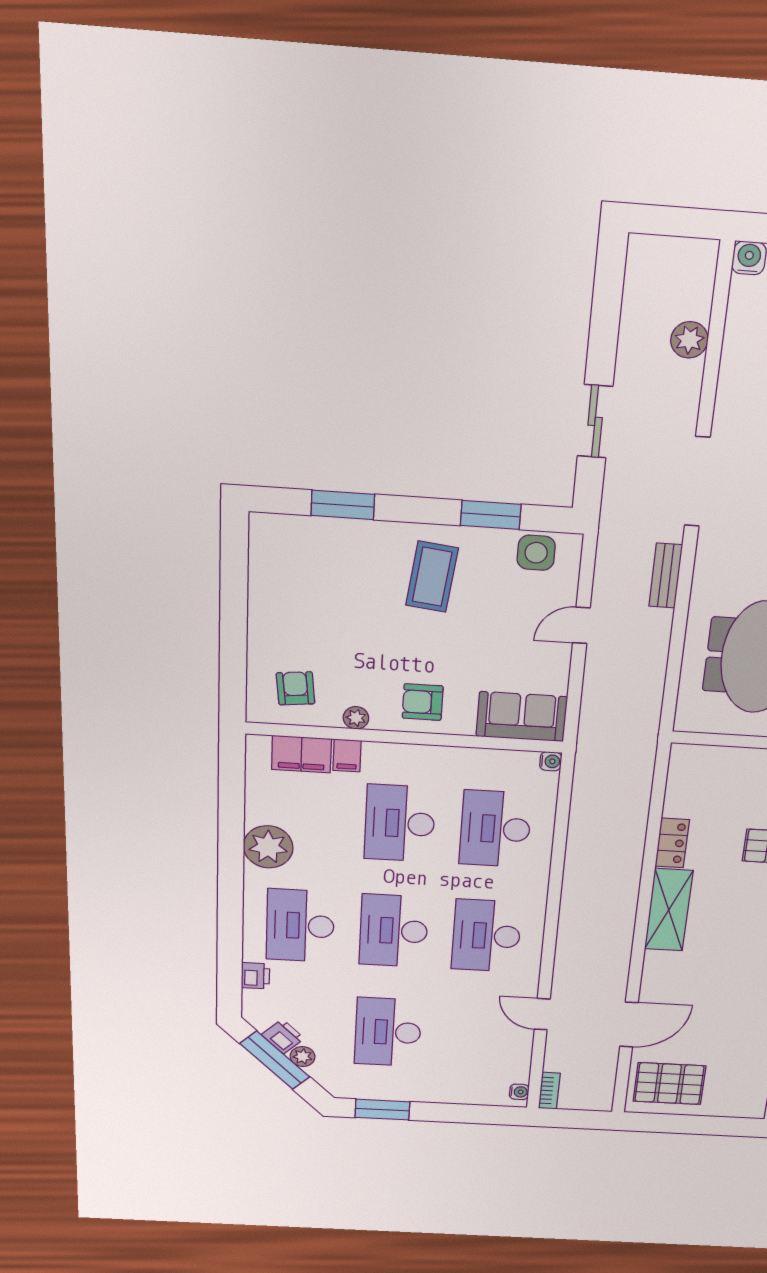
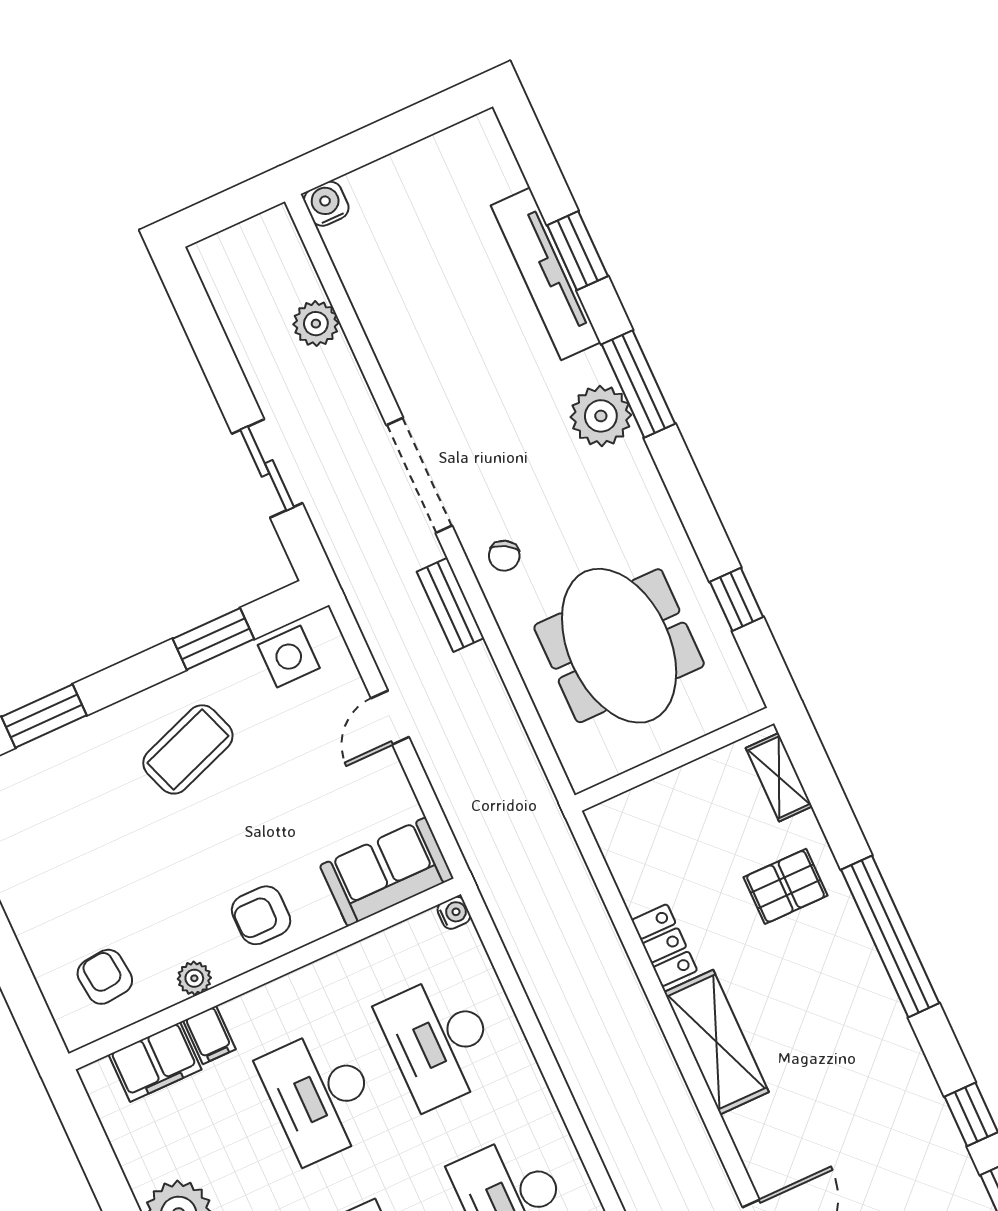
chair: (721, 563) -> (504, 556), added
coffee table: (432, 577) -> (188, 749), turned 63

